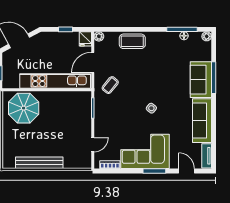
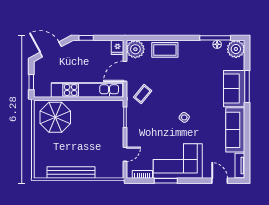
window: (65, 29) -> (86, 38), moved
plant: (99, 36) -> (135, 49), width x1.87, depth x1.87
plant: (207, 36) -> (236, 49), width x1.87, depth x1.87
window: (154, 171) -> (166, 181), moved

